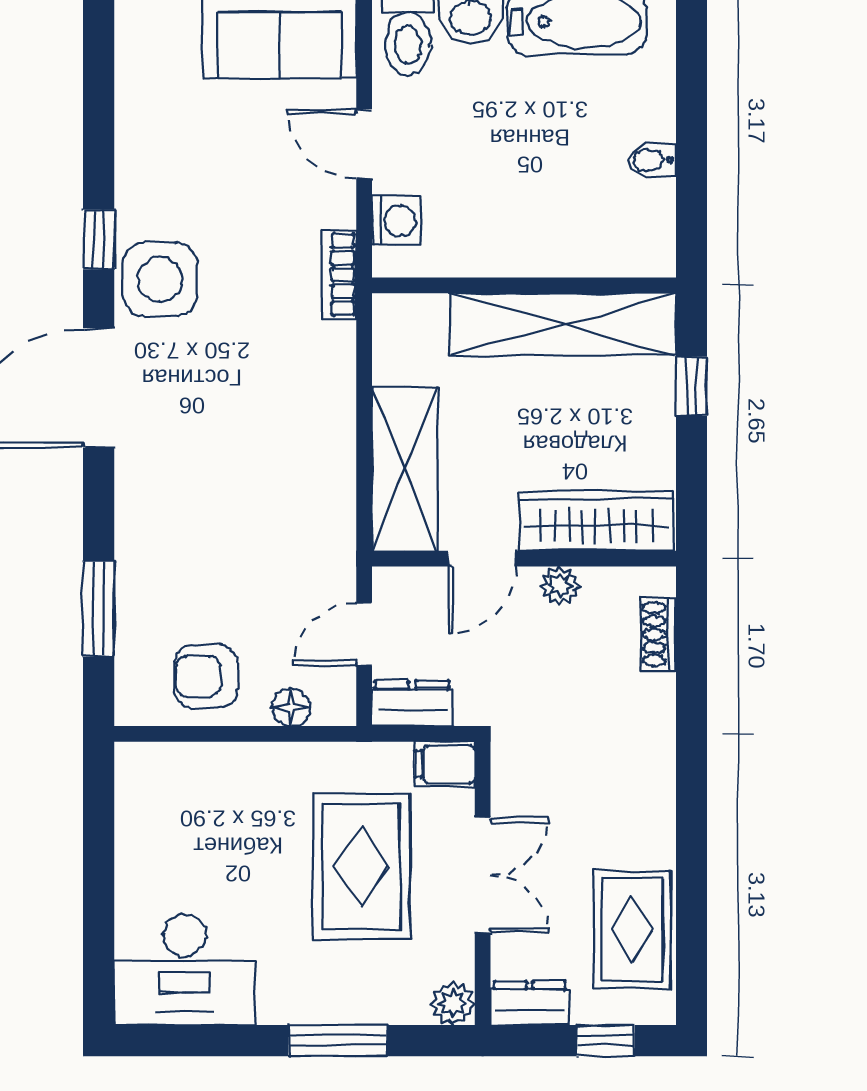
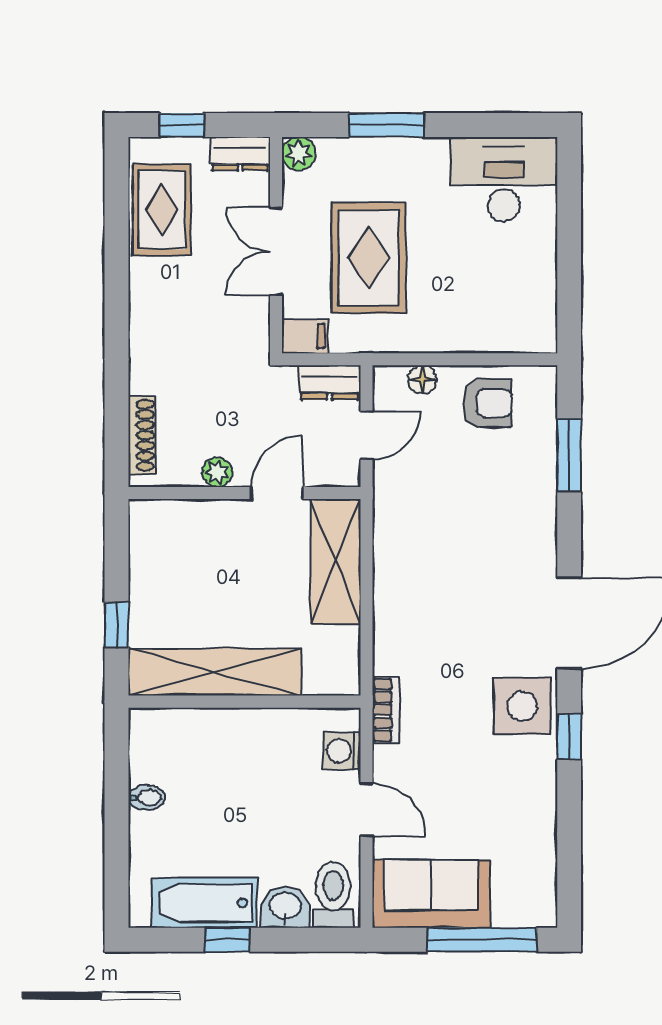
wardrobe: (596, 521) -> (189, 522), removed
shoe rack: (658, 634) -> (142, 435), width x1.43

